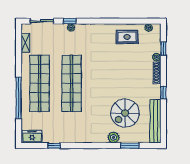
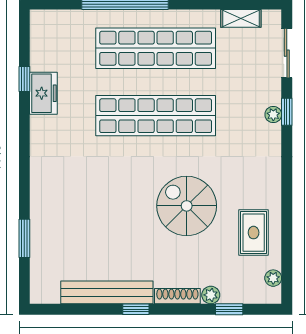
spiral stairs: (125, 113) -> (187, 206), moved
bench: (155, 121) -> (107, 292), moved
freezer: (32, 137) -> (43, 93), moved
plant: (114, 137) -> (42, 204), removed

